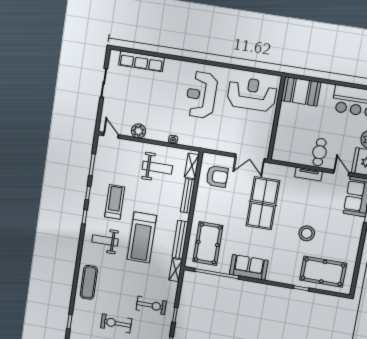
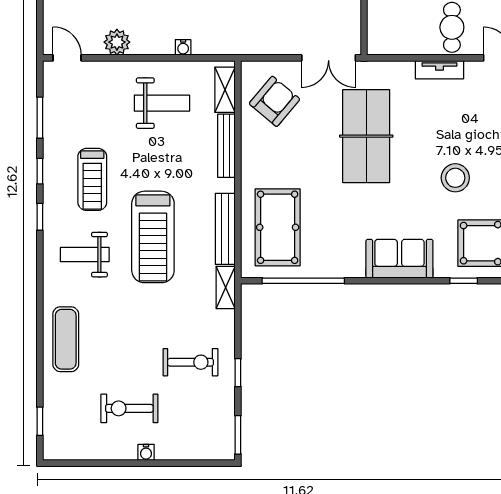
armchair: (217, 177) -> (274, 101), turned -50
treadmill: (115, 202) -> (92, 179), turned 180
sofa: (249, 267) -> (399, 259), moved

